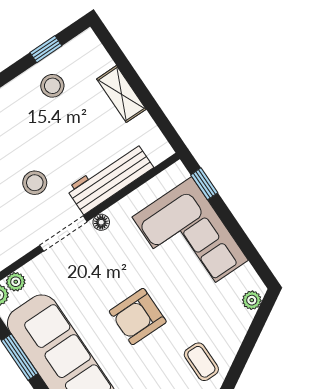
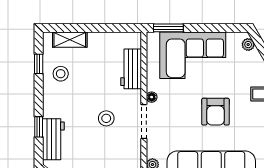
shelving: (121, 94) -> (70, 40), moved
workbench: (110, 178) -> (131, 69), width x0.73
window: (204, 184) -> (168, 28), width x1.50

